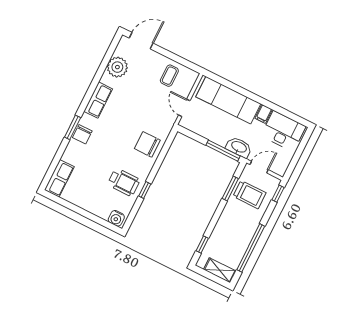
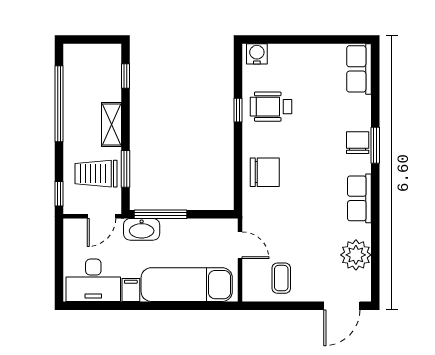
shelving: (220, 270) -> (111, 125), moved, turned 90

